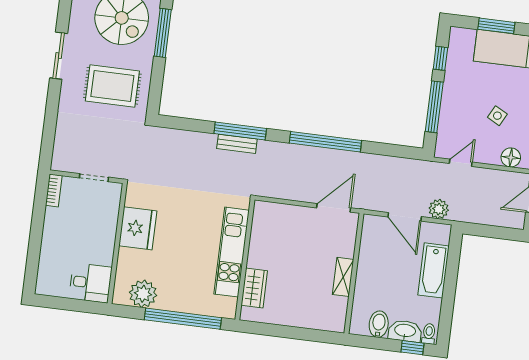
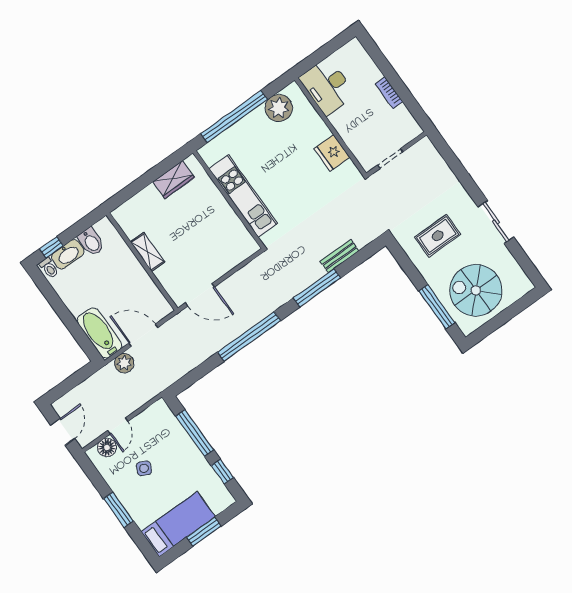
rug: (112, 86) -> (438, 236), width x0.73, depth x0.70
bench: (237, 144) -> (339, 256), moved
door: (461, 163) -> (118, 426), moved
bookcase: (54, 190) -> (389, 93), moved
door: (334, 208) -> (200, 295), hinge flipped
fridge: (138, 228) -> (332, 153), width x0.73, depth x0.75
bathtub: (434, 270) -> (99, 333), moved
desk: (90, 283) -> (327, 86), width x1.37
wardrobe: (254, 288) -> (174, 180), moved, turned -90

